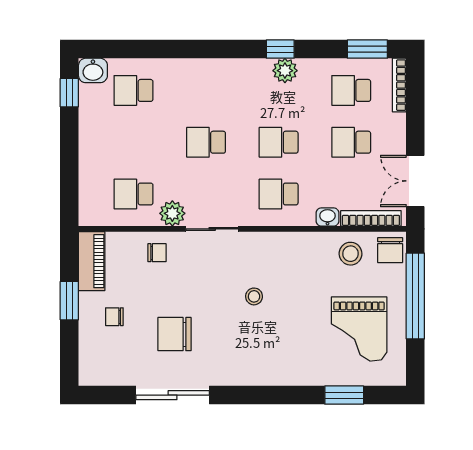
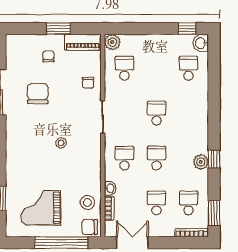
plant: (172, 213) -> (112, 42), moved
bookcase: (371, 218) -> (109, 208), width x0.64

